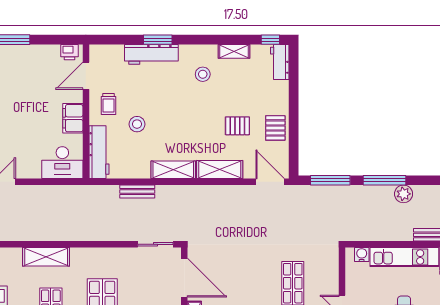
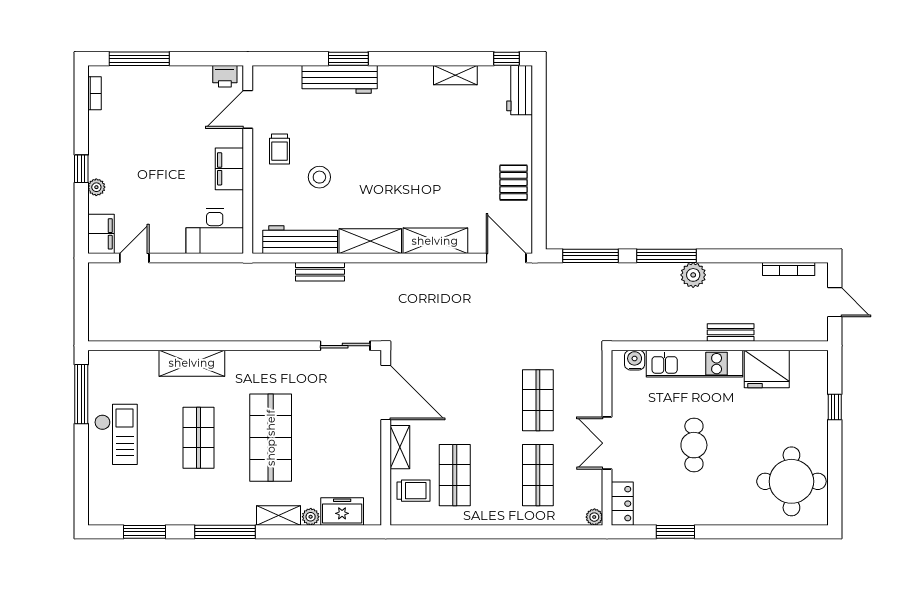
stool: (203, 74) -> (412, 107), removed
pallet: (237, 126) -> (460, 180), removed
workbench: (99, 152) -> (300, 240), moved, turned -90

